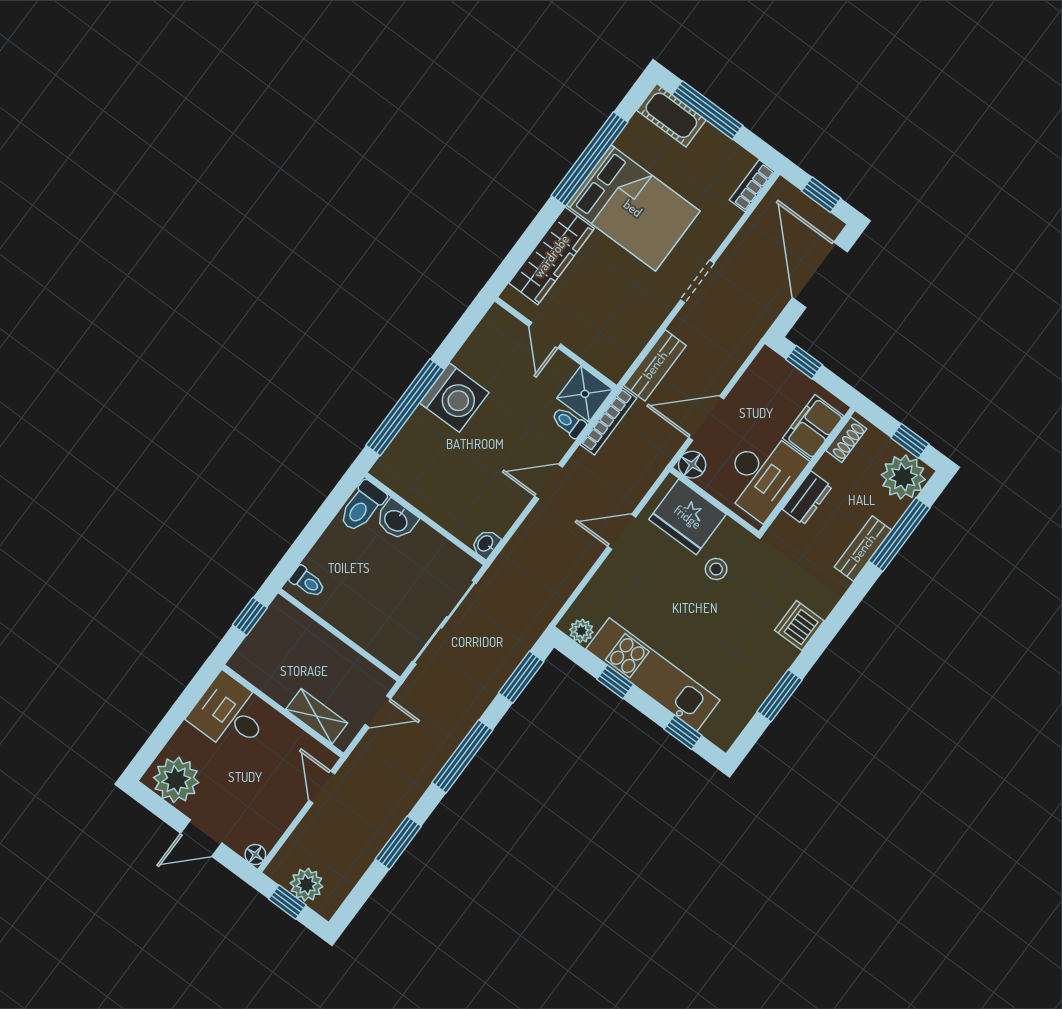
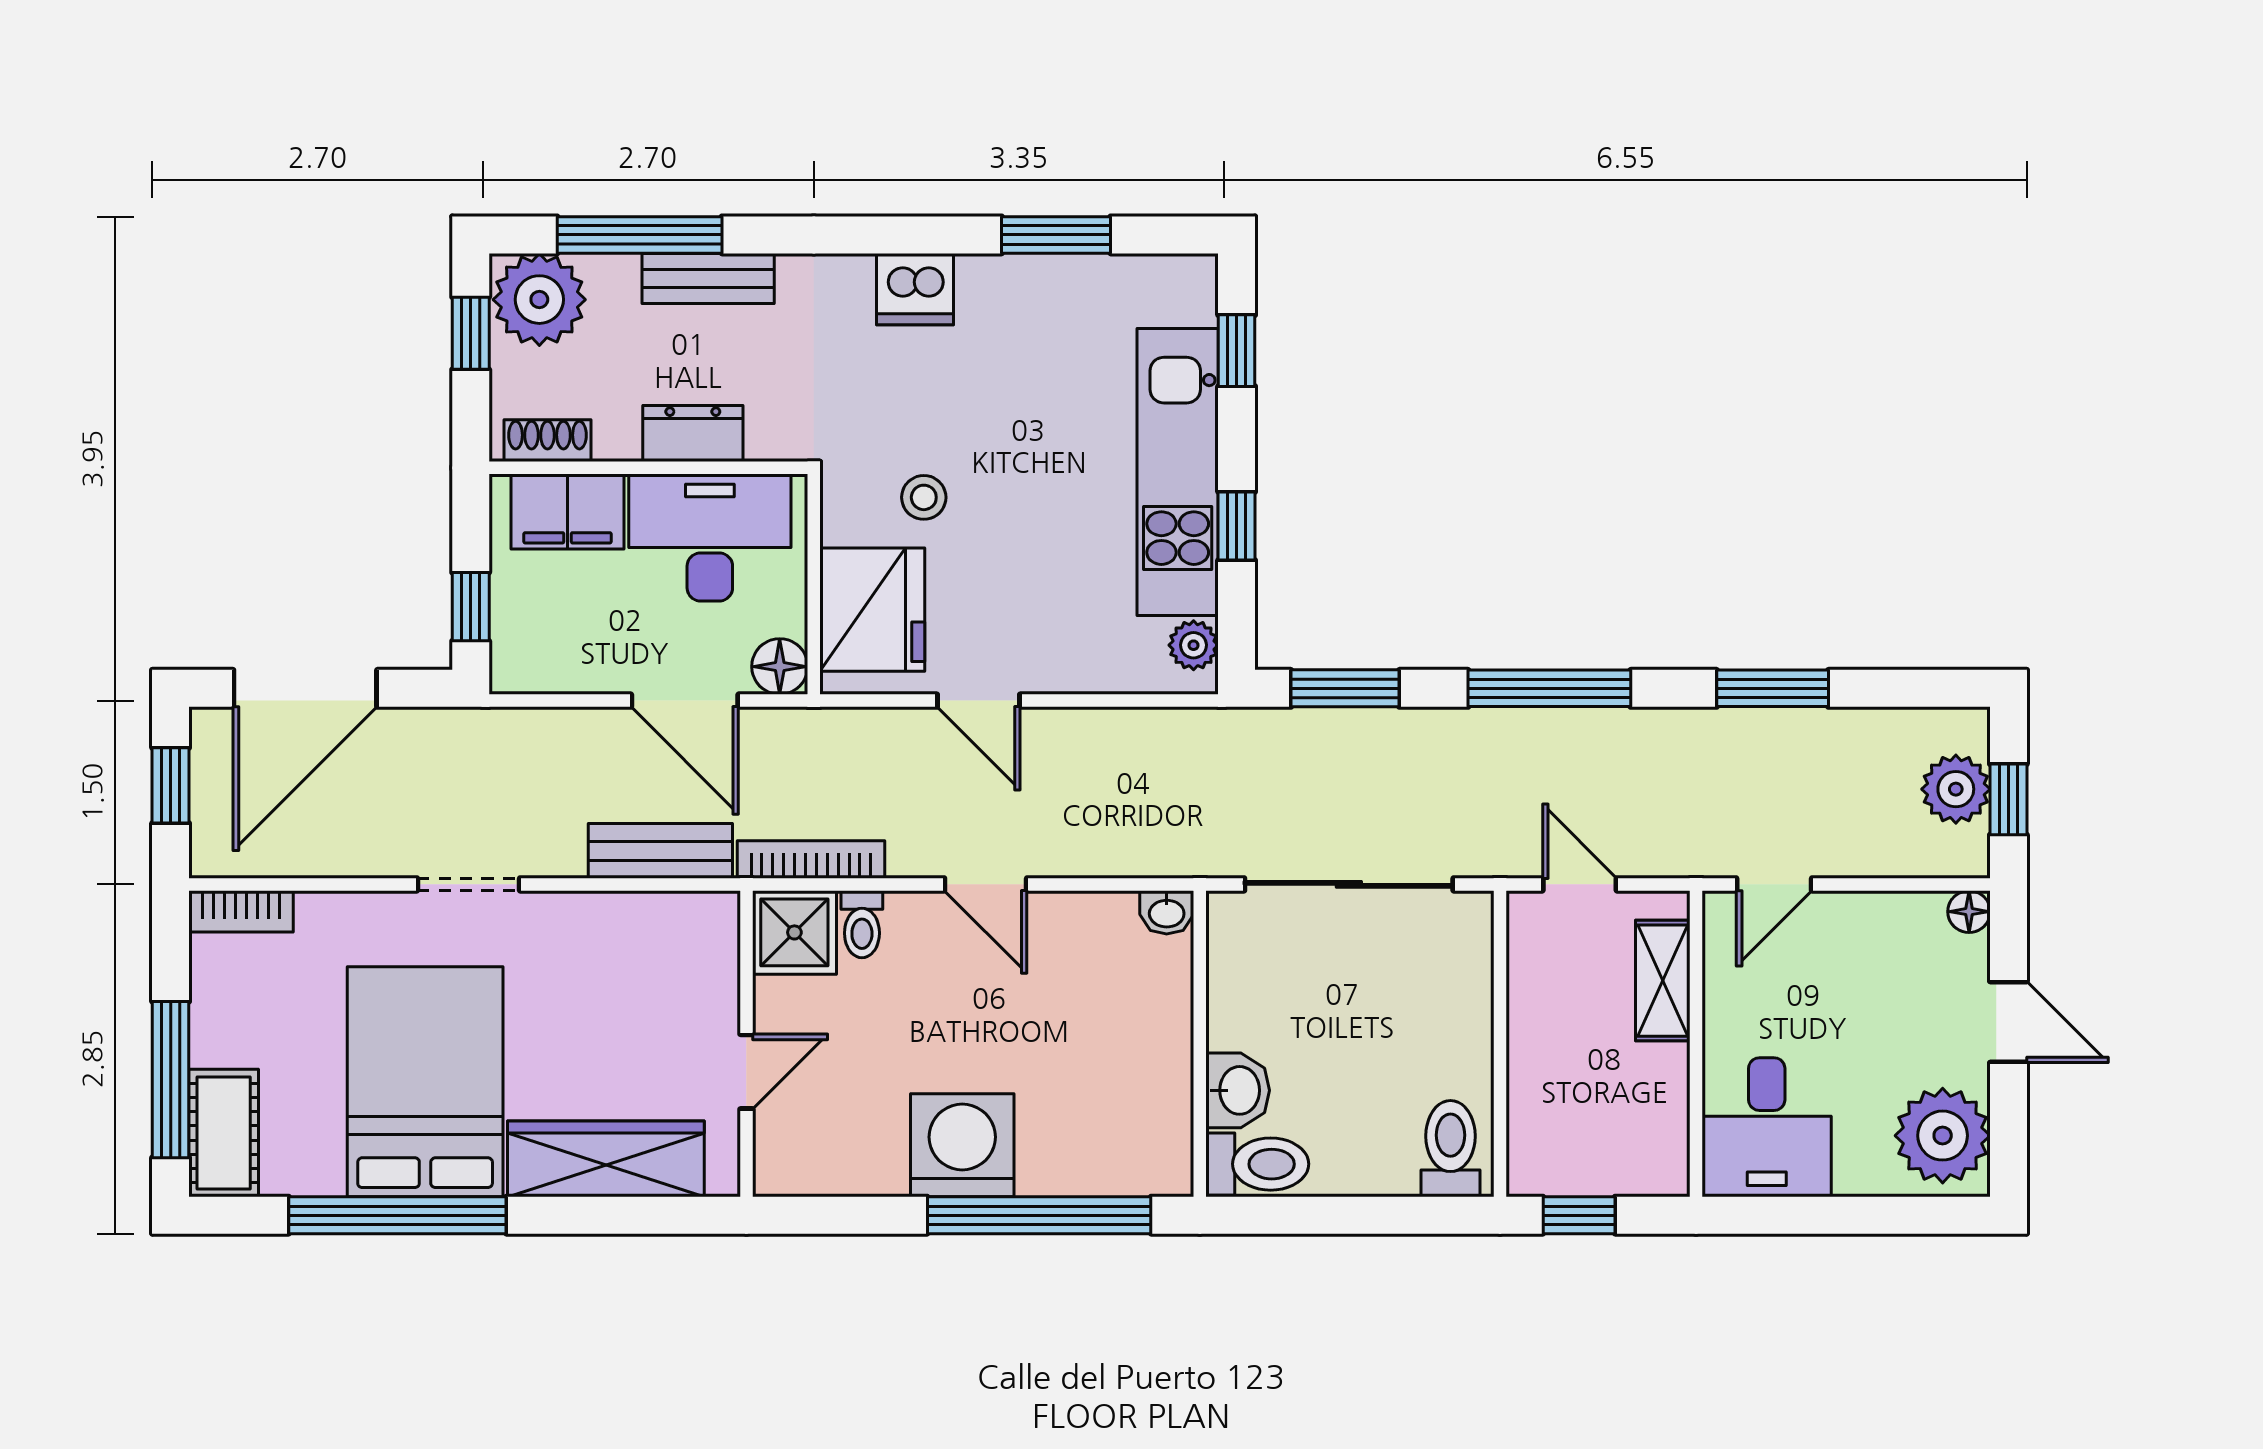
toilet: (307, 582) -> (1450, 1149), width x1.37, depth x1.39

